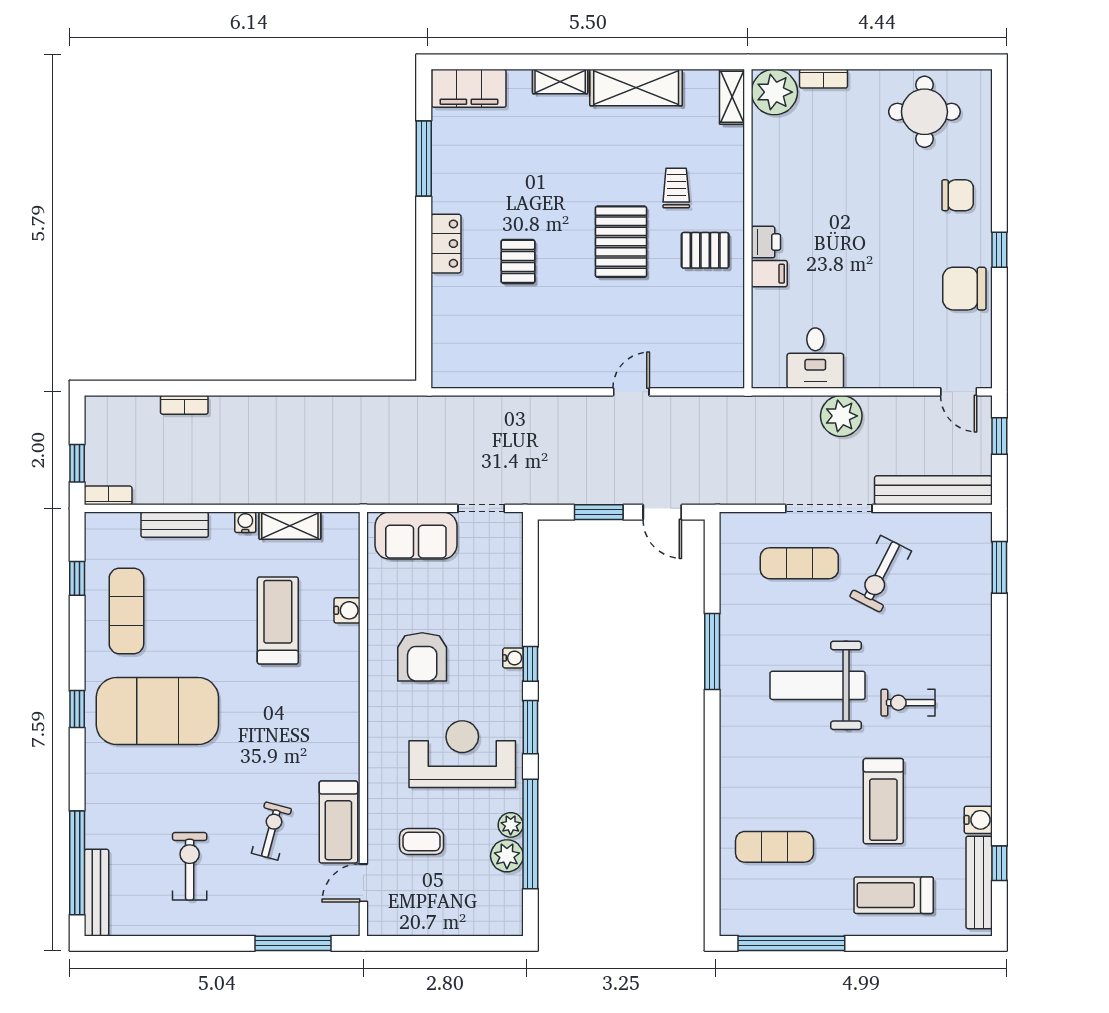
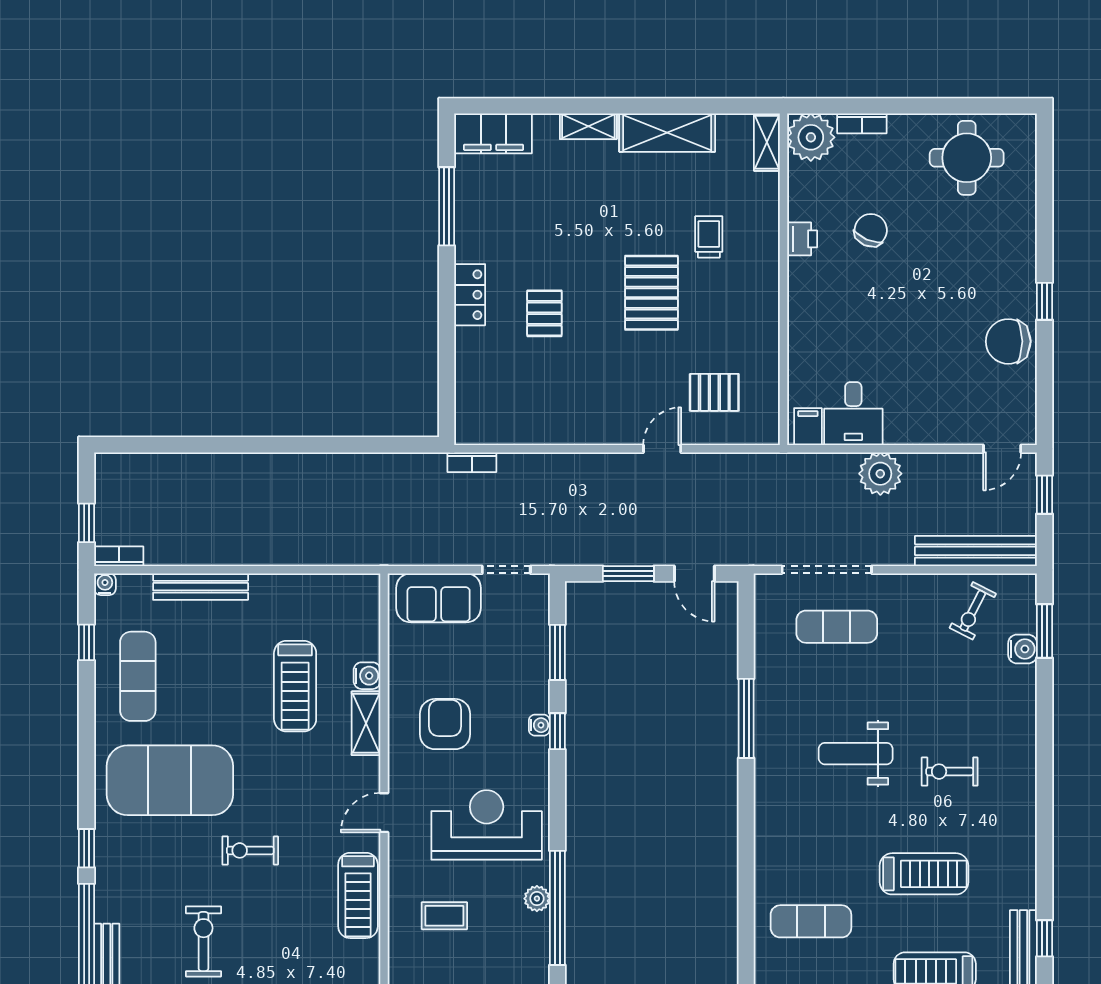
chair: (958, 195) -> (871, 230), moved, turned -67
printer: (766, 242) -> (802, 239), moved
pallet: (705, 250) -> (714, 392), moved
filing cabinet: (769, 274) -> (808, 427), moved, turned -90
door: (959, 392) -> (1002, 449), hinge flipped
bookcase: (184, 405) -> (472, 462), moved
doorway: (829, 508) -> (827, 570), moved
water cooler: (245, 522) -> (105, 584), moved
bench: (175, 525) -> (201, 587), width x1.36
shelving: (290, 526) -> (366, 723), moved, turned 90
exercise bike: (880, 574) -> (973, 611), moved, width x0.73, depth x0.72
treadmill: (278, 620) -> (295, 686), turned 180
armchair: (422, 657) -> (445, 724), turned 180
weight bench: (818, 685) -> (856, 754), width x0.73, depth x0.75
window: (77, 709) -> (87, 848), moved
window: (530, 727) -> (557, 652), moved
treadmill: (883, 801) -> (924, 874), turned -90
water cooler: (978, 820) -> (1023, 649), moved
exercise bike: (272, 831) -> (250, 850), moved, turned -105
plant: (507, 856) -> (533, 931), removed
door: (363, 883) -> (384, 813), moved

